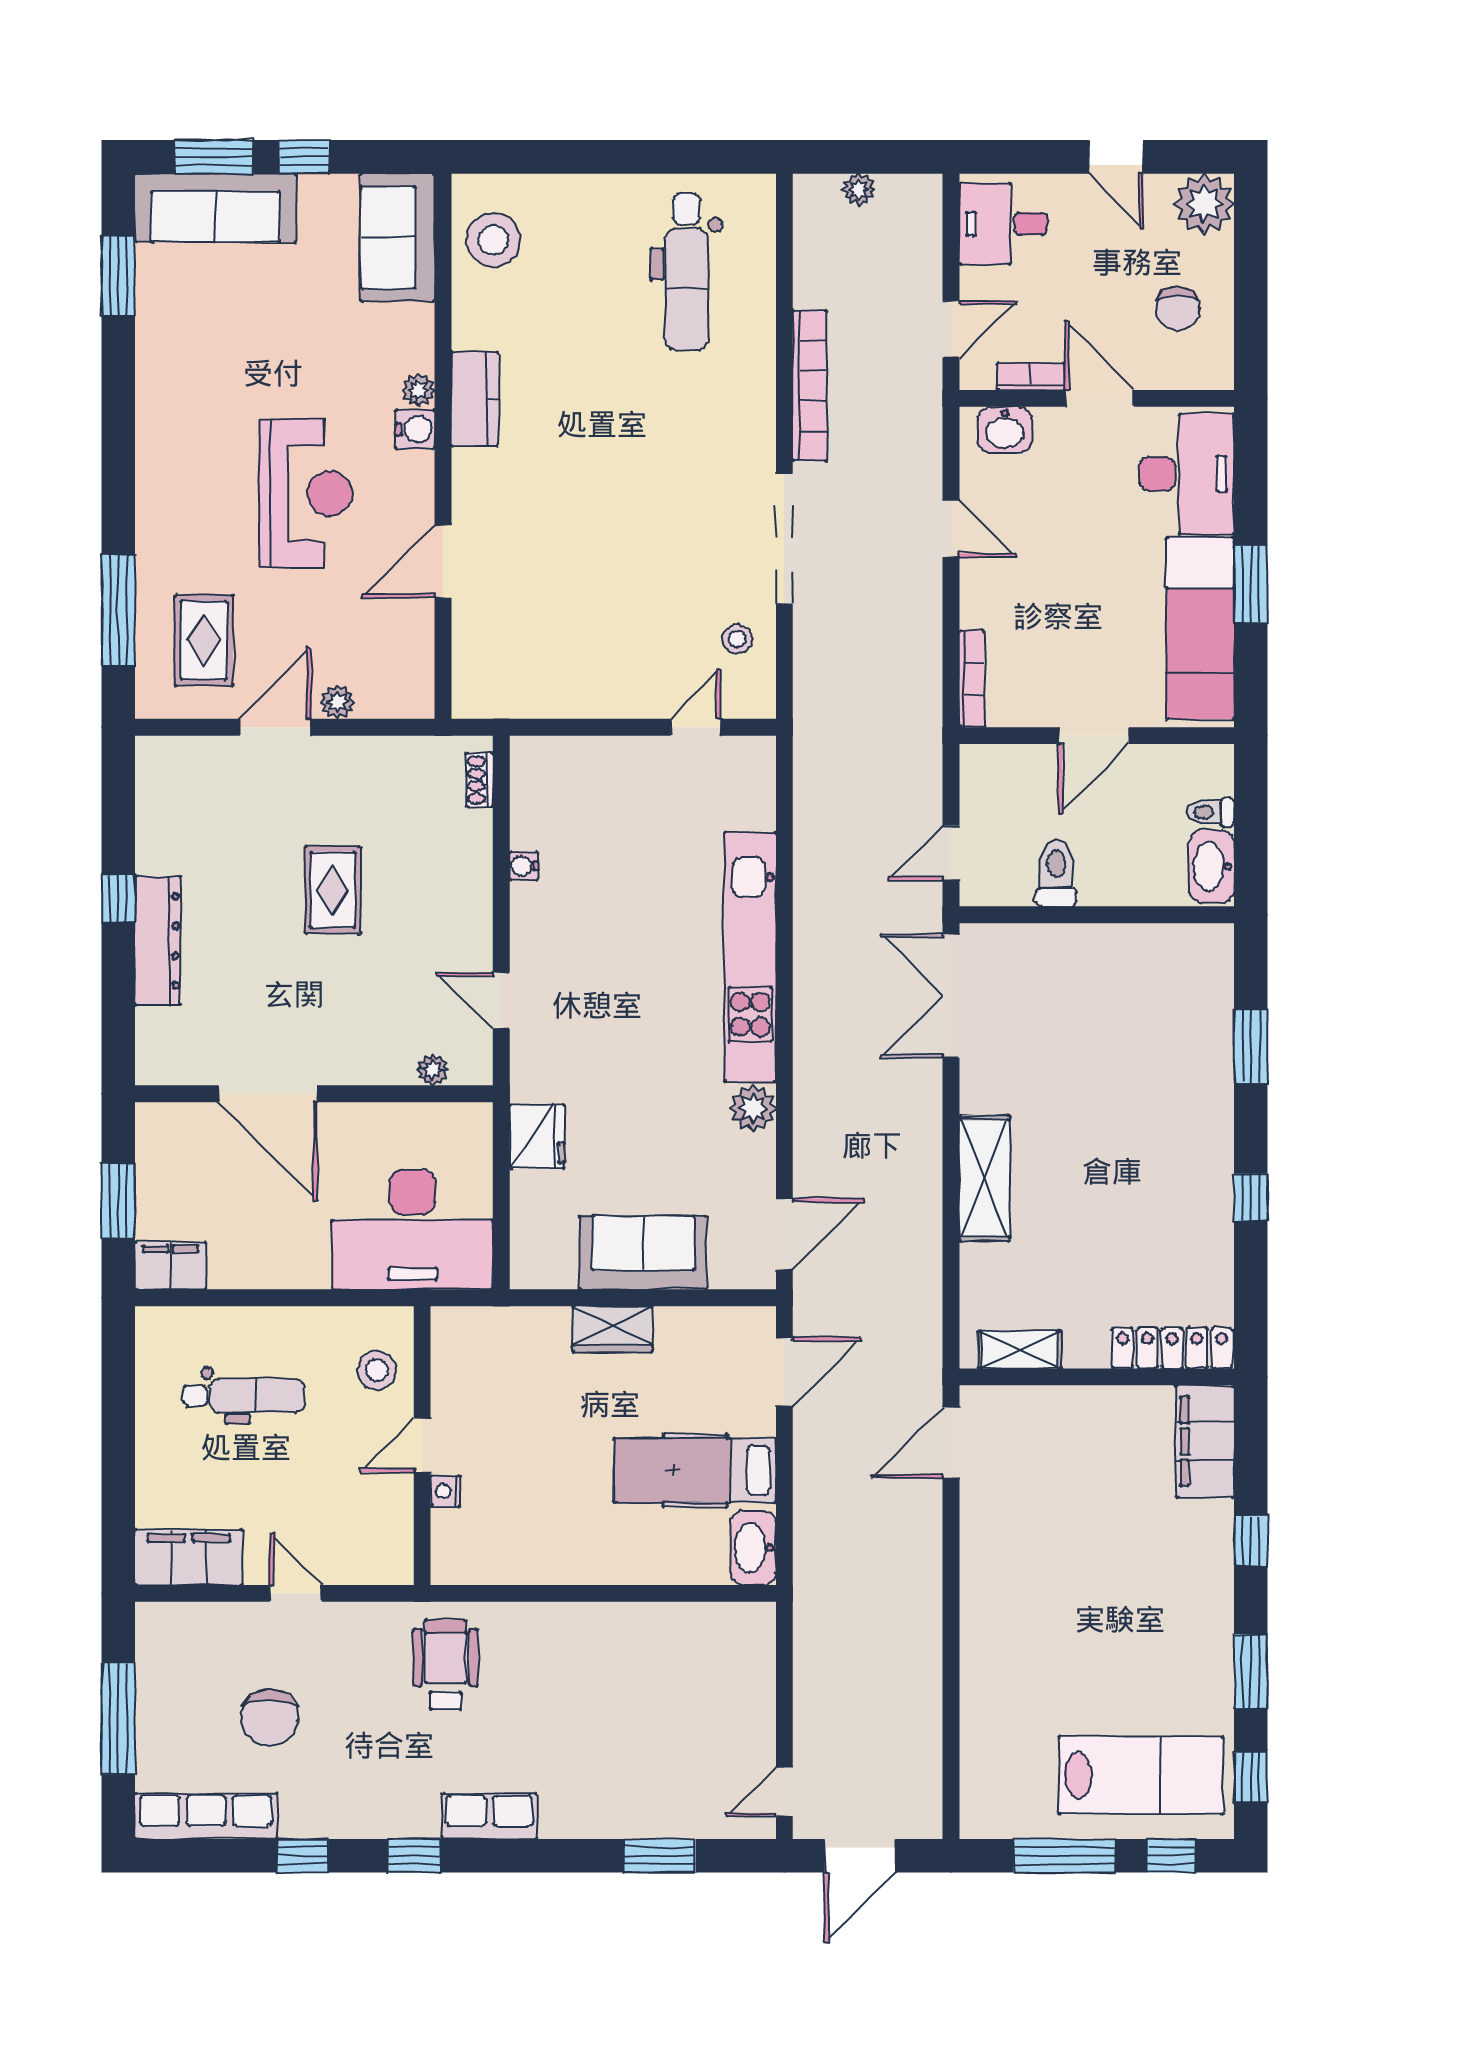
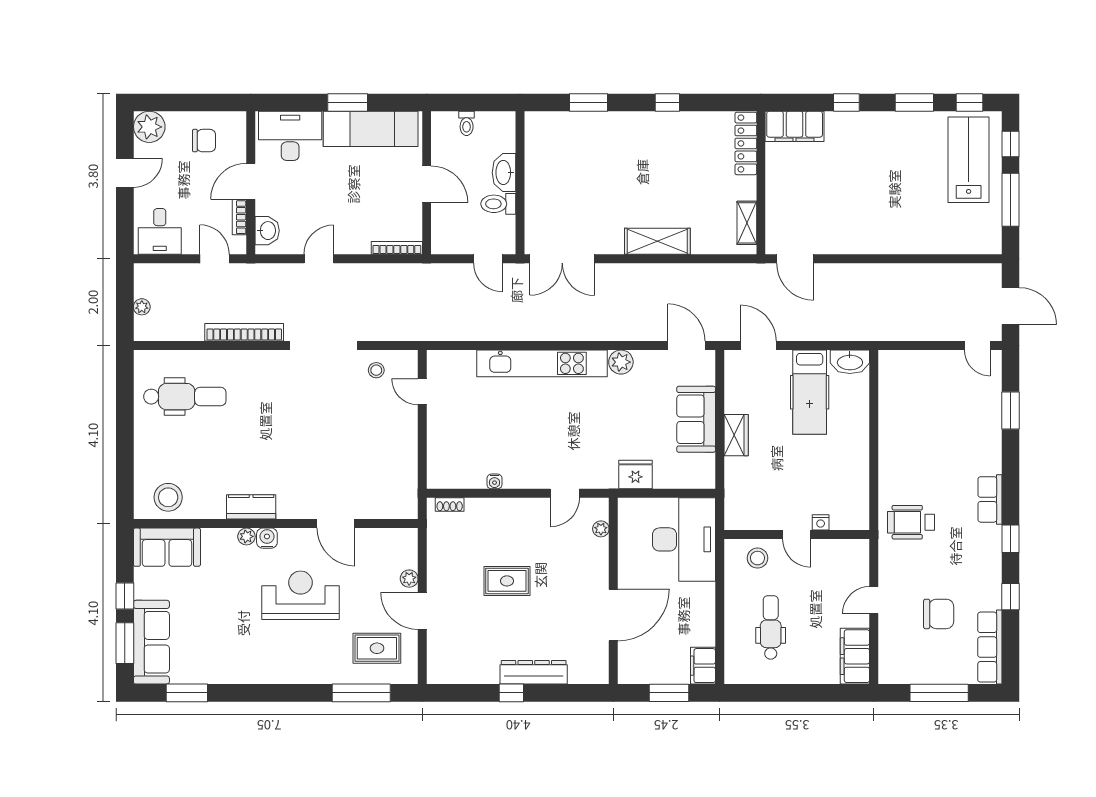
washbasin: (1212, 867) -> (504, 173), moved, turned 90

